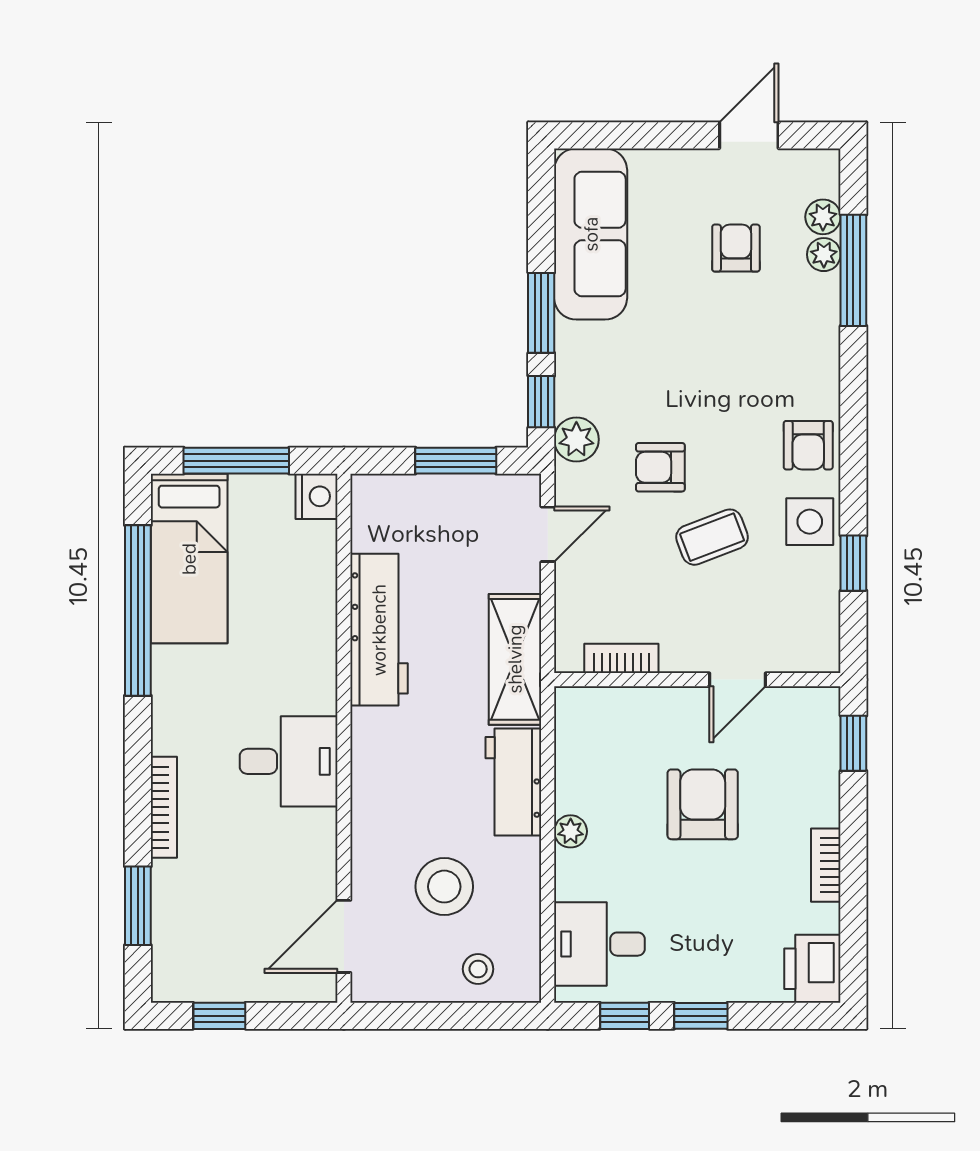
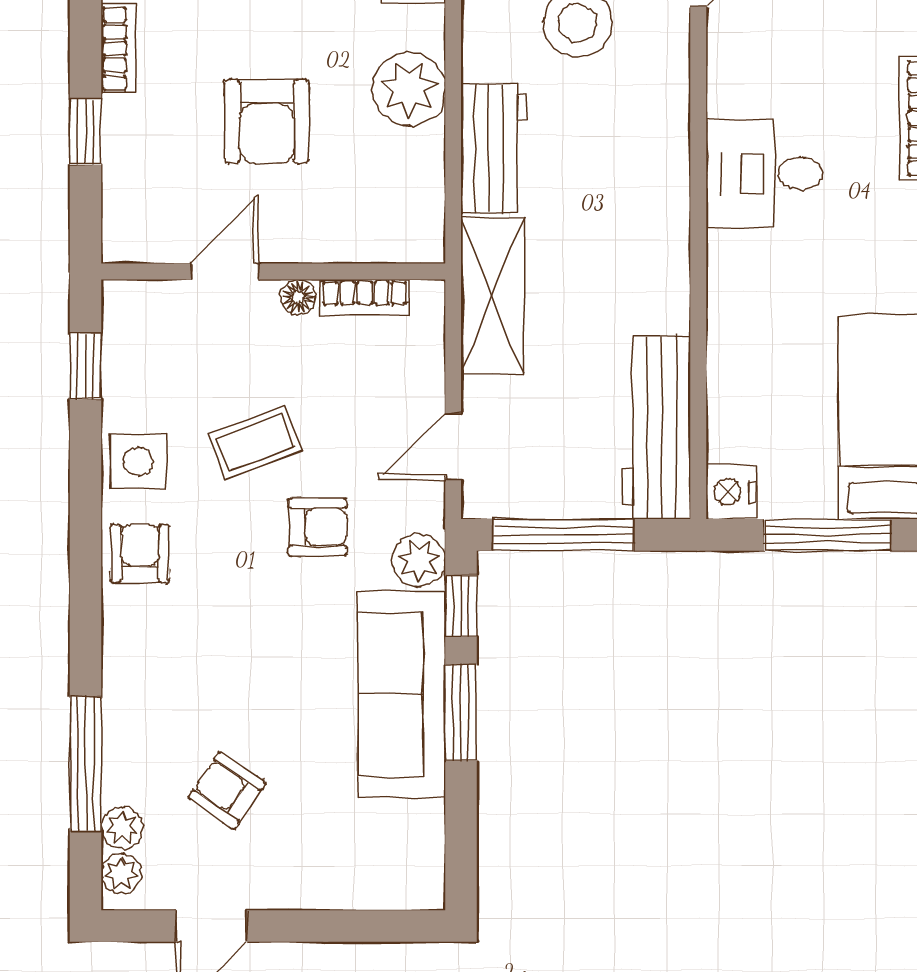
sofa: (591, 234) -> (402, 694), moved
armchair: (736, 248) -> (227, 790), turned 124
plant: (824, 255) -> (121, 873), moved
window: (456, 461) -> (564, 535), width x1.44
window: (853, 563) -> (86, 366), moved
workbench: (379, 630) -> (656, 428), moved
floor lamp: (677, 658) -> (298, 297), added
window: (853, 743) -> (86, 132), moved
plant: (571, 831) -> (409, 89), width x1.88, depth x1.88

